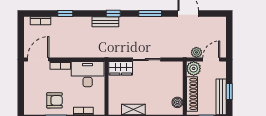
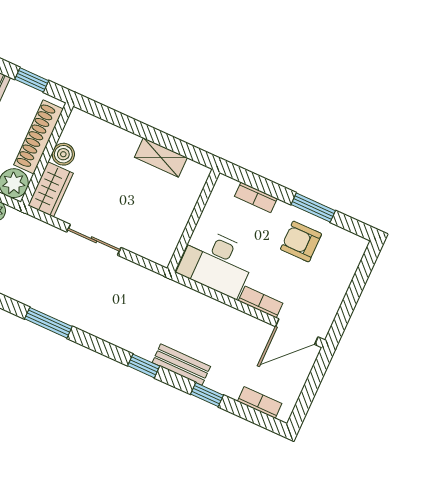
window: (113, 14) -> (144, 366), moved
bench: (105, 22) -> (181, 365), moved
wardrobe: (121, 68) -> (51, 189), moved, turned 90
boiler: (177, 102) -> (63, 154), moved

